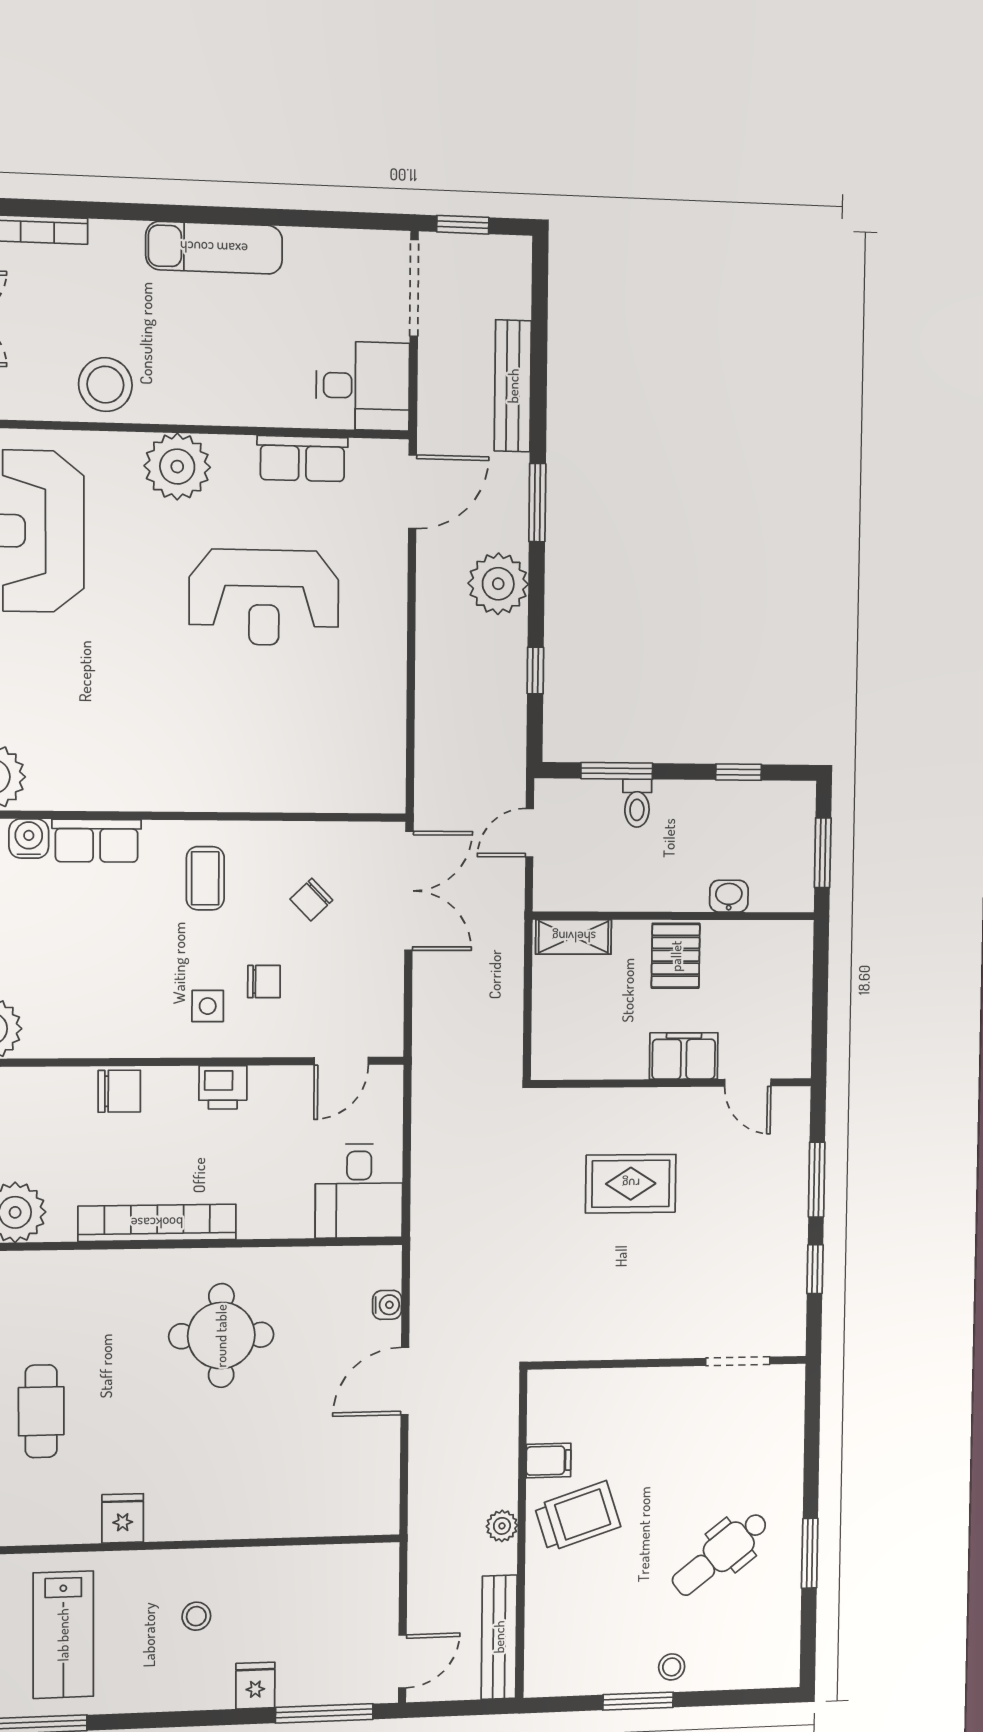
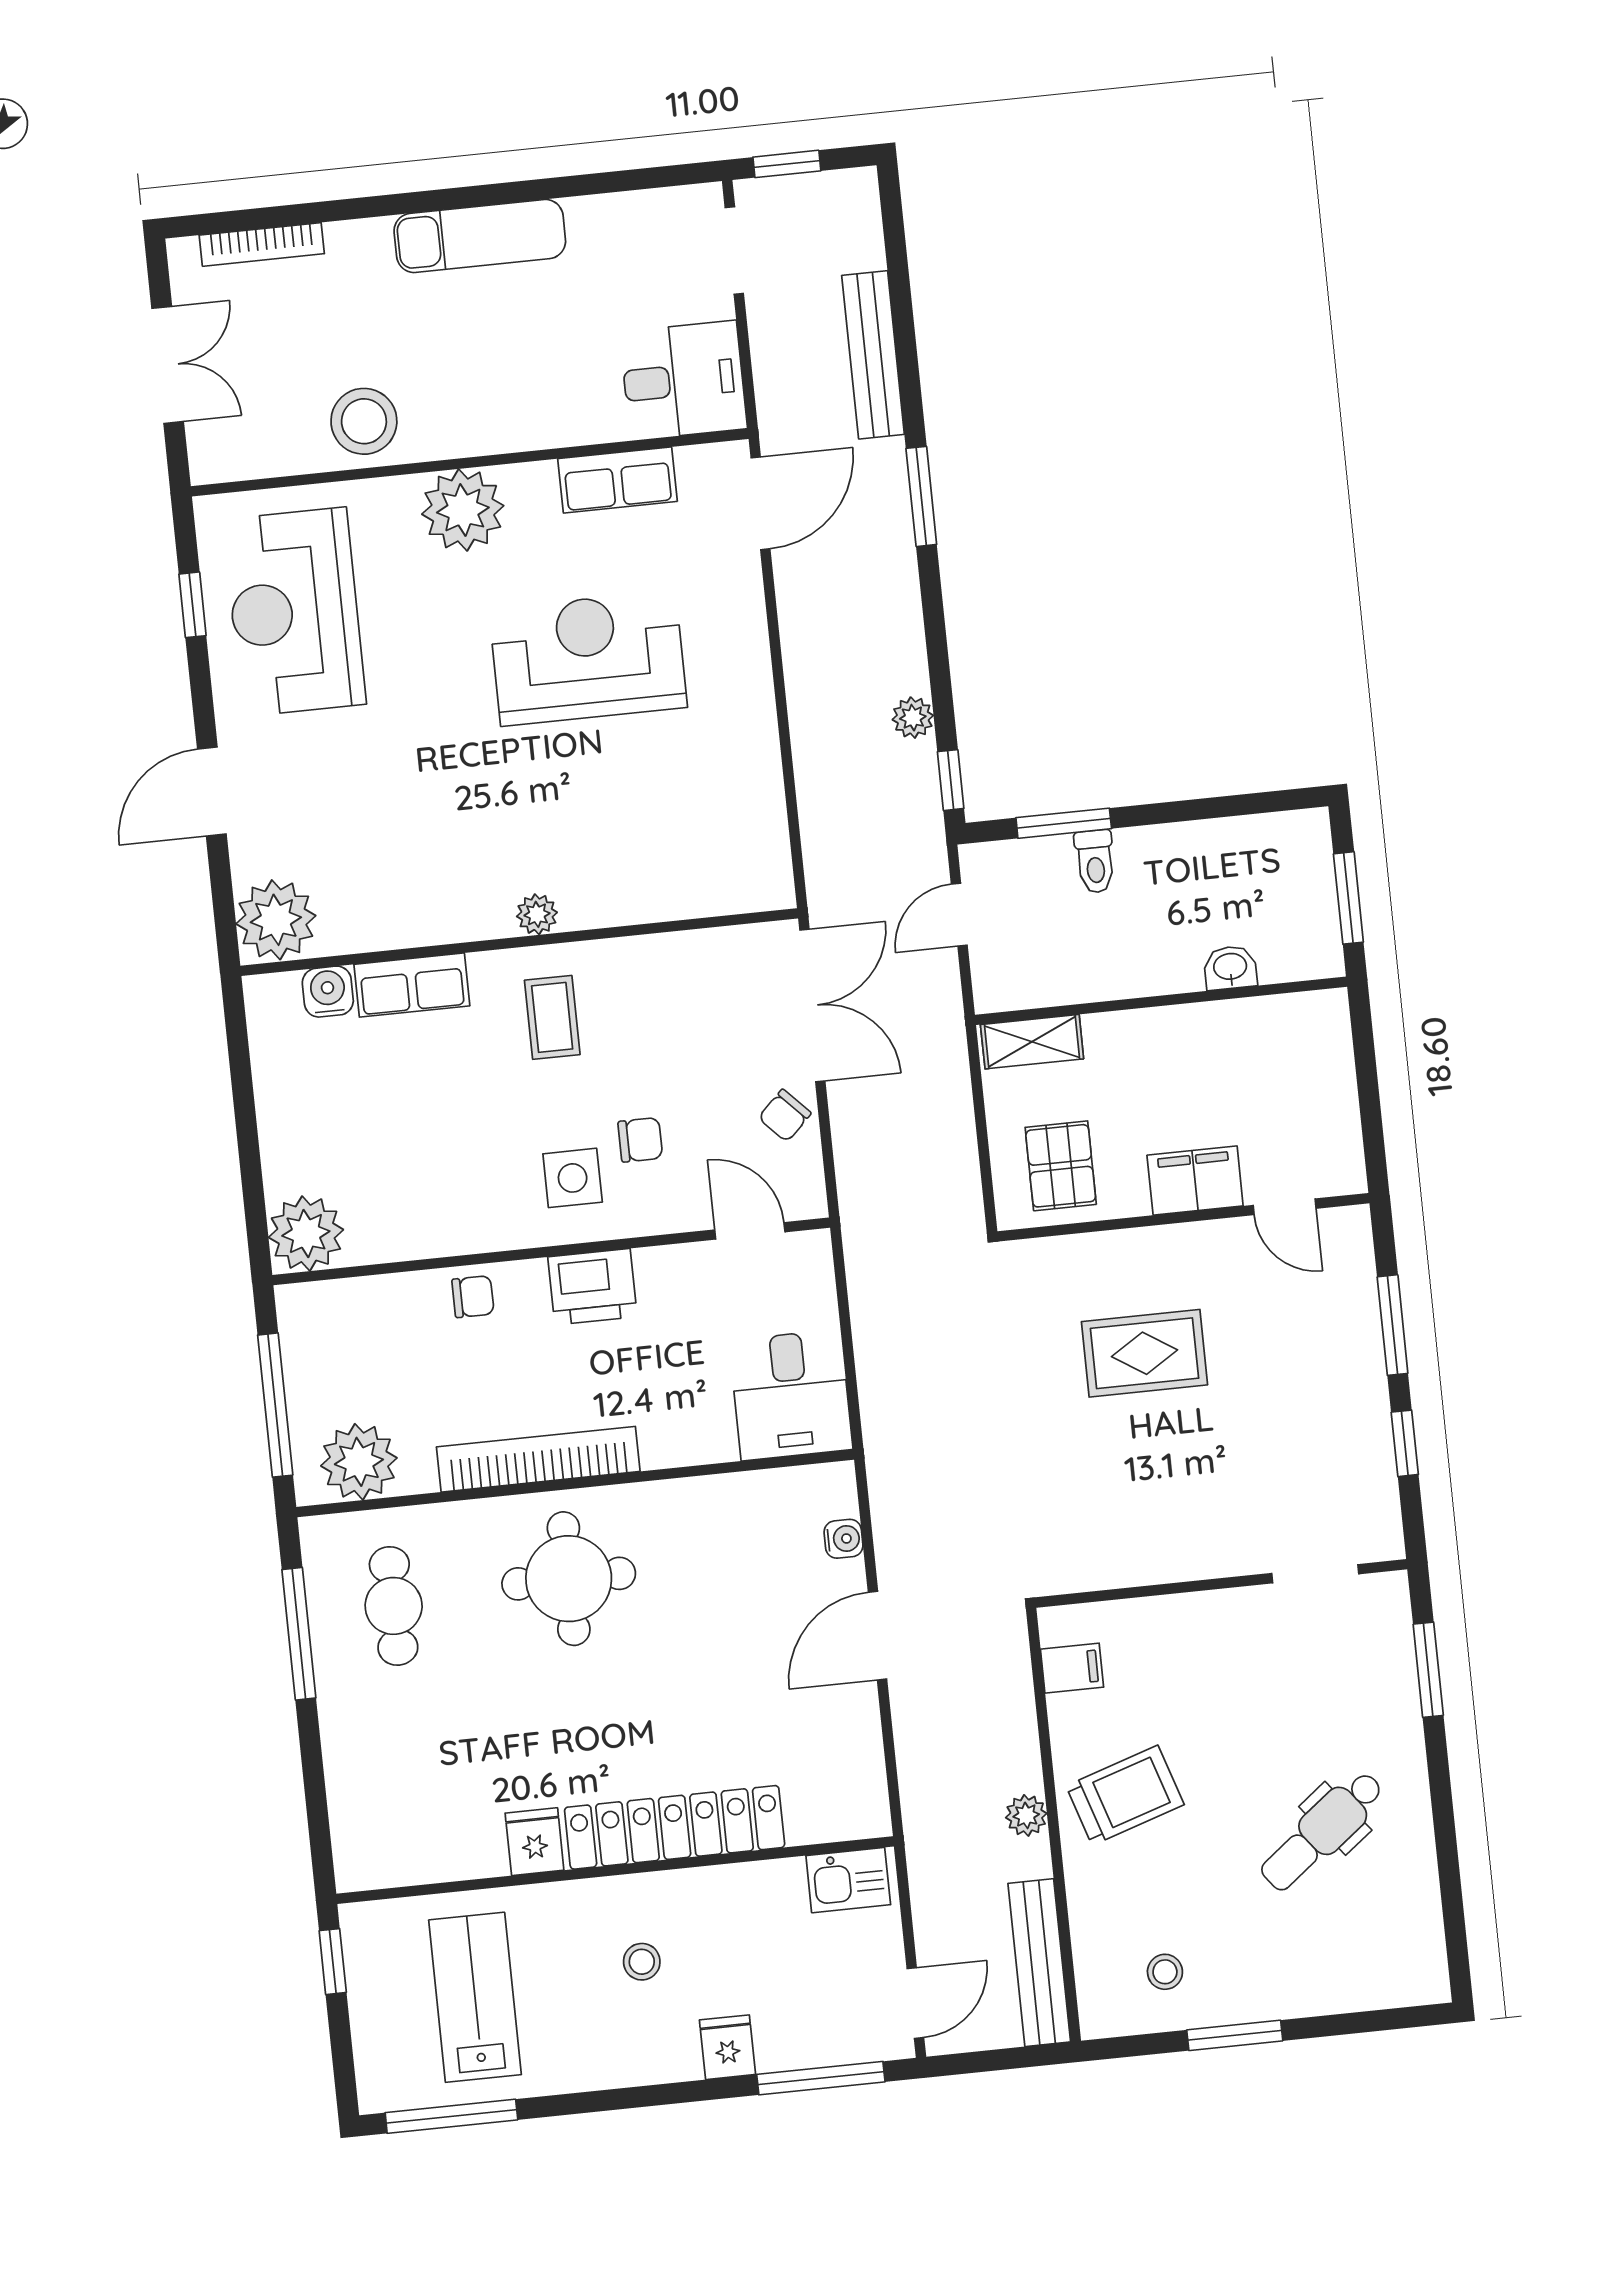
doorway: (414, 288) -> (734, 251), width x0.73
plant: (498, 584) -> (913, 718), moved, width x0.53, depth x0.53
reception desk: (264, 597) -> (588, 658), turned 180
window: (535, 670) -> (951, 780), moved
window: (739, 772) -> (1224, 807), removed
plant: (202, 796) -> (537, 914), added
chair: (311, 900) -> (785, 1116), moved
pallet: (676, 956) -> (1061, 1166), moved
side table: (208, 1006) -> (573, 1178), width x1.37, depth x1.37
door: (341, 1061) -> (750, 1231), swing flipped
printer: (223, 1087) -> (592, 1287), width x1.36, depth x1.24
chair: (119, 1091) -> (473, 1297), width x0.73, depth x0.73
round table: (221, 1336) -> (569, 1579), moved
cafe table: (41, 1411) -> (394, 1606), moved
filing cabinet: (549, 1461) -> (1072, 1668), moved
locker: (233, 1515) -> (675, 1827), added
window: (810, 1553) -> (1428, 1670), moved
kitchen sink: (362, 1565) -> (848, 1880), added
lab bench: (63, 1635) -> (475, 1997), turned 180
stool: (672, 1667) -> (1165, 1972), moved

